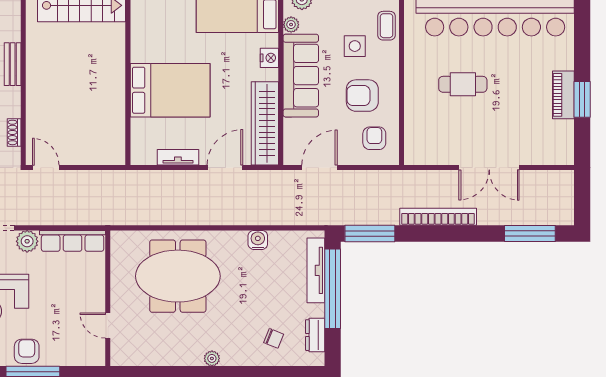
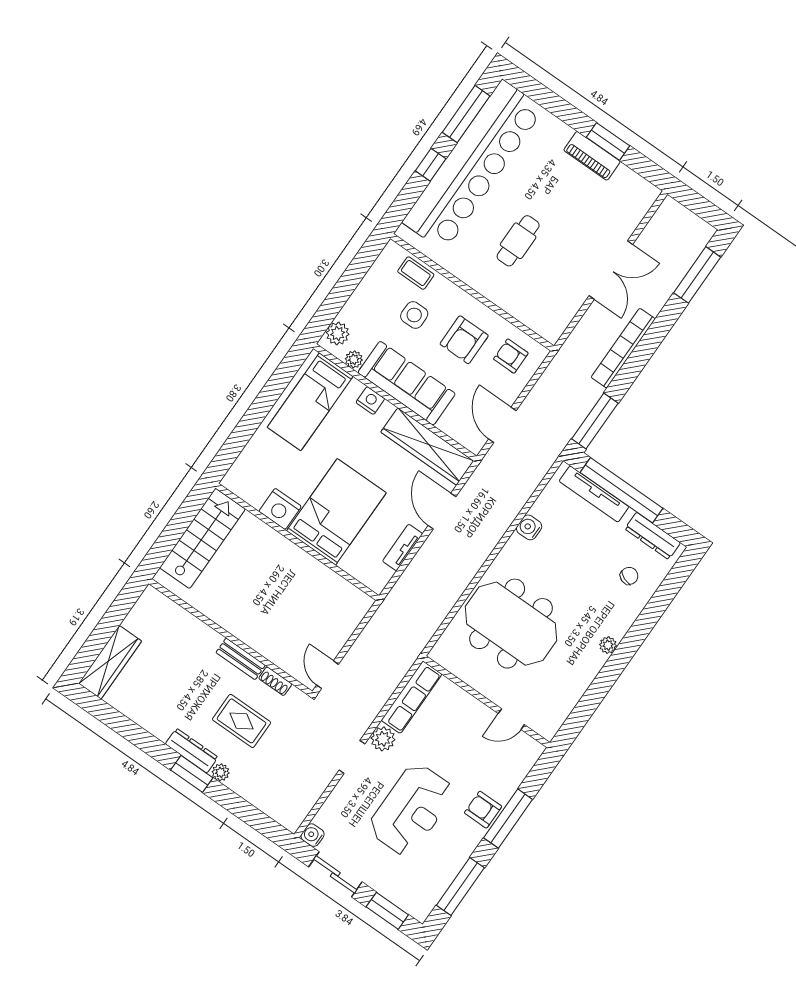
nightstand: (143, 47) -> (280, 509), added
bench: (13, 64) -> (241, 659), moved
door: (46, 167) -> (327, 675), hinge flipped
meeting table: (178, 276) -> (511, 624), turned 90
dresser: (315, 335) -> (653, 536), width x1.44

